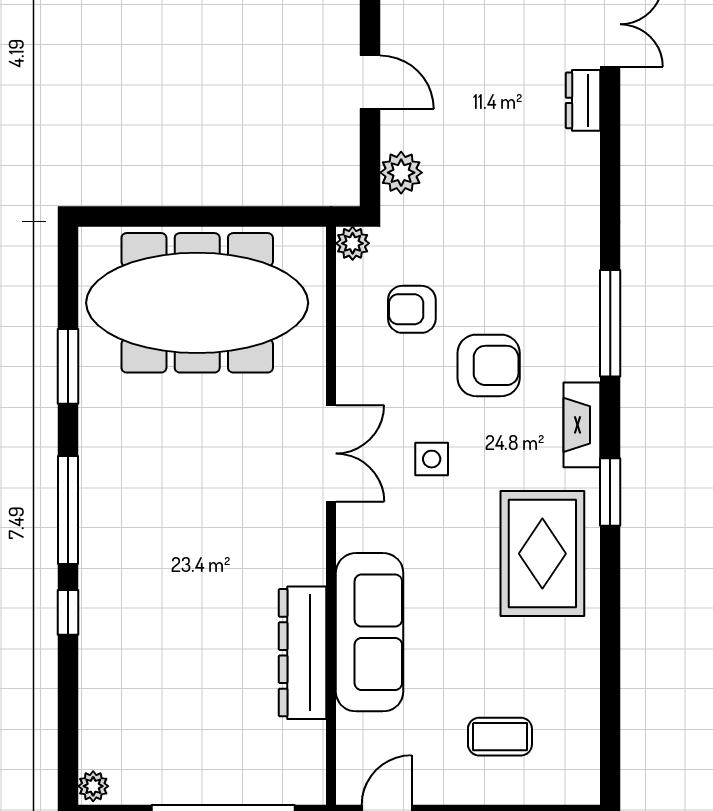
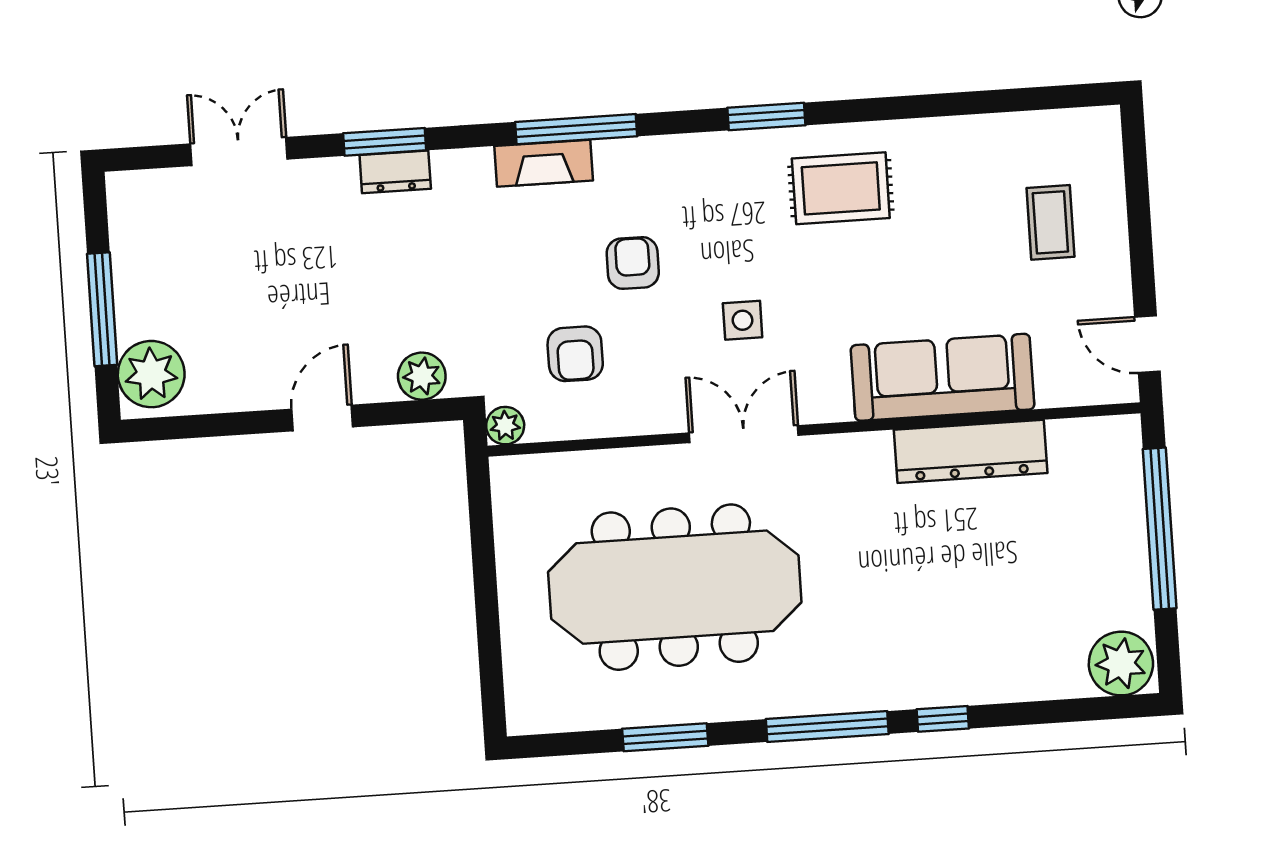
dresser: (583, 100) -> (395, 172), moved
window: (610, 154) -> (385, 142), added
meeting table: (197, 303) -> (675, 587), moved, turned 90
armchair: (489, 365) -> (633, 263), width x0.72, depth x0.72
fireplace: (582, 425) -> (544, 163), moved
rug: (542, 554) -> (841, 188), width x0.73, depth x0.70
plant: (93, 786) -> (1121, 664), width x1.88, depth x1.88

